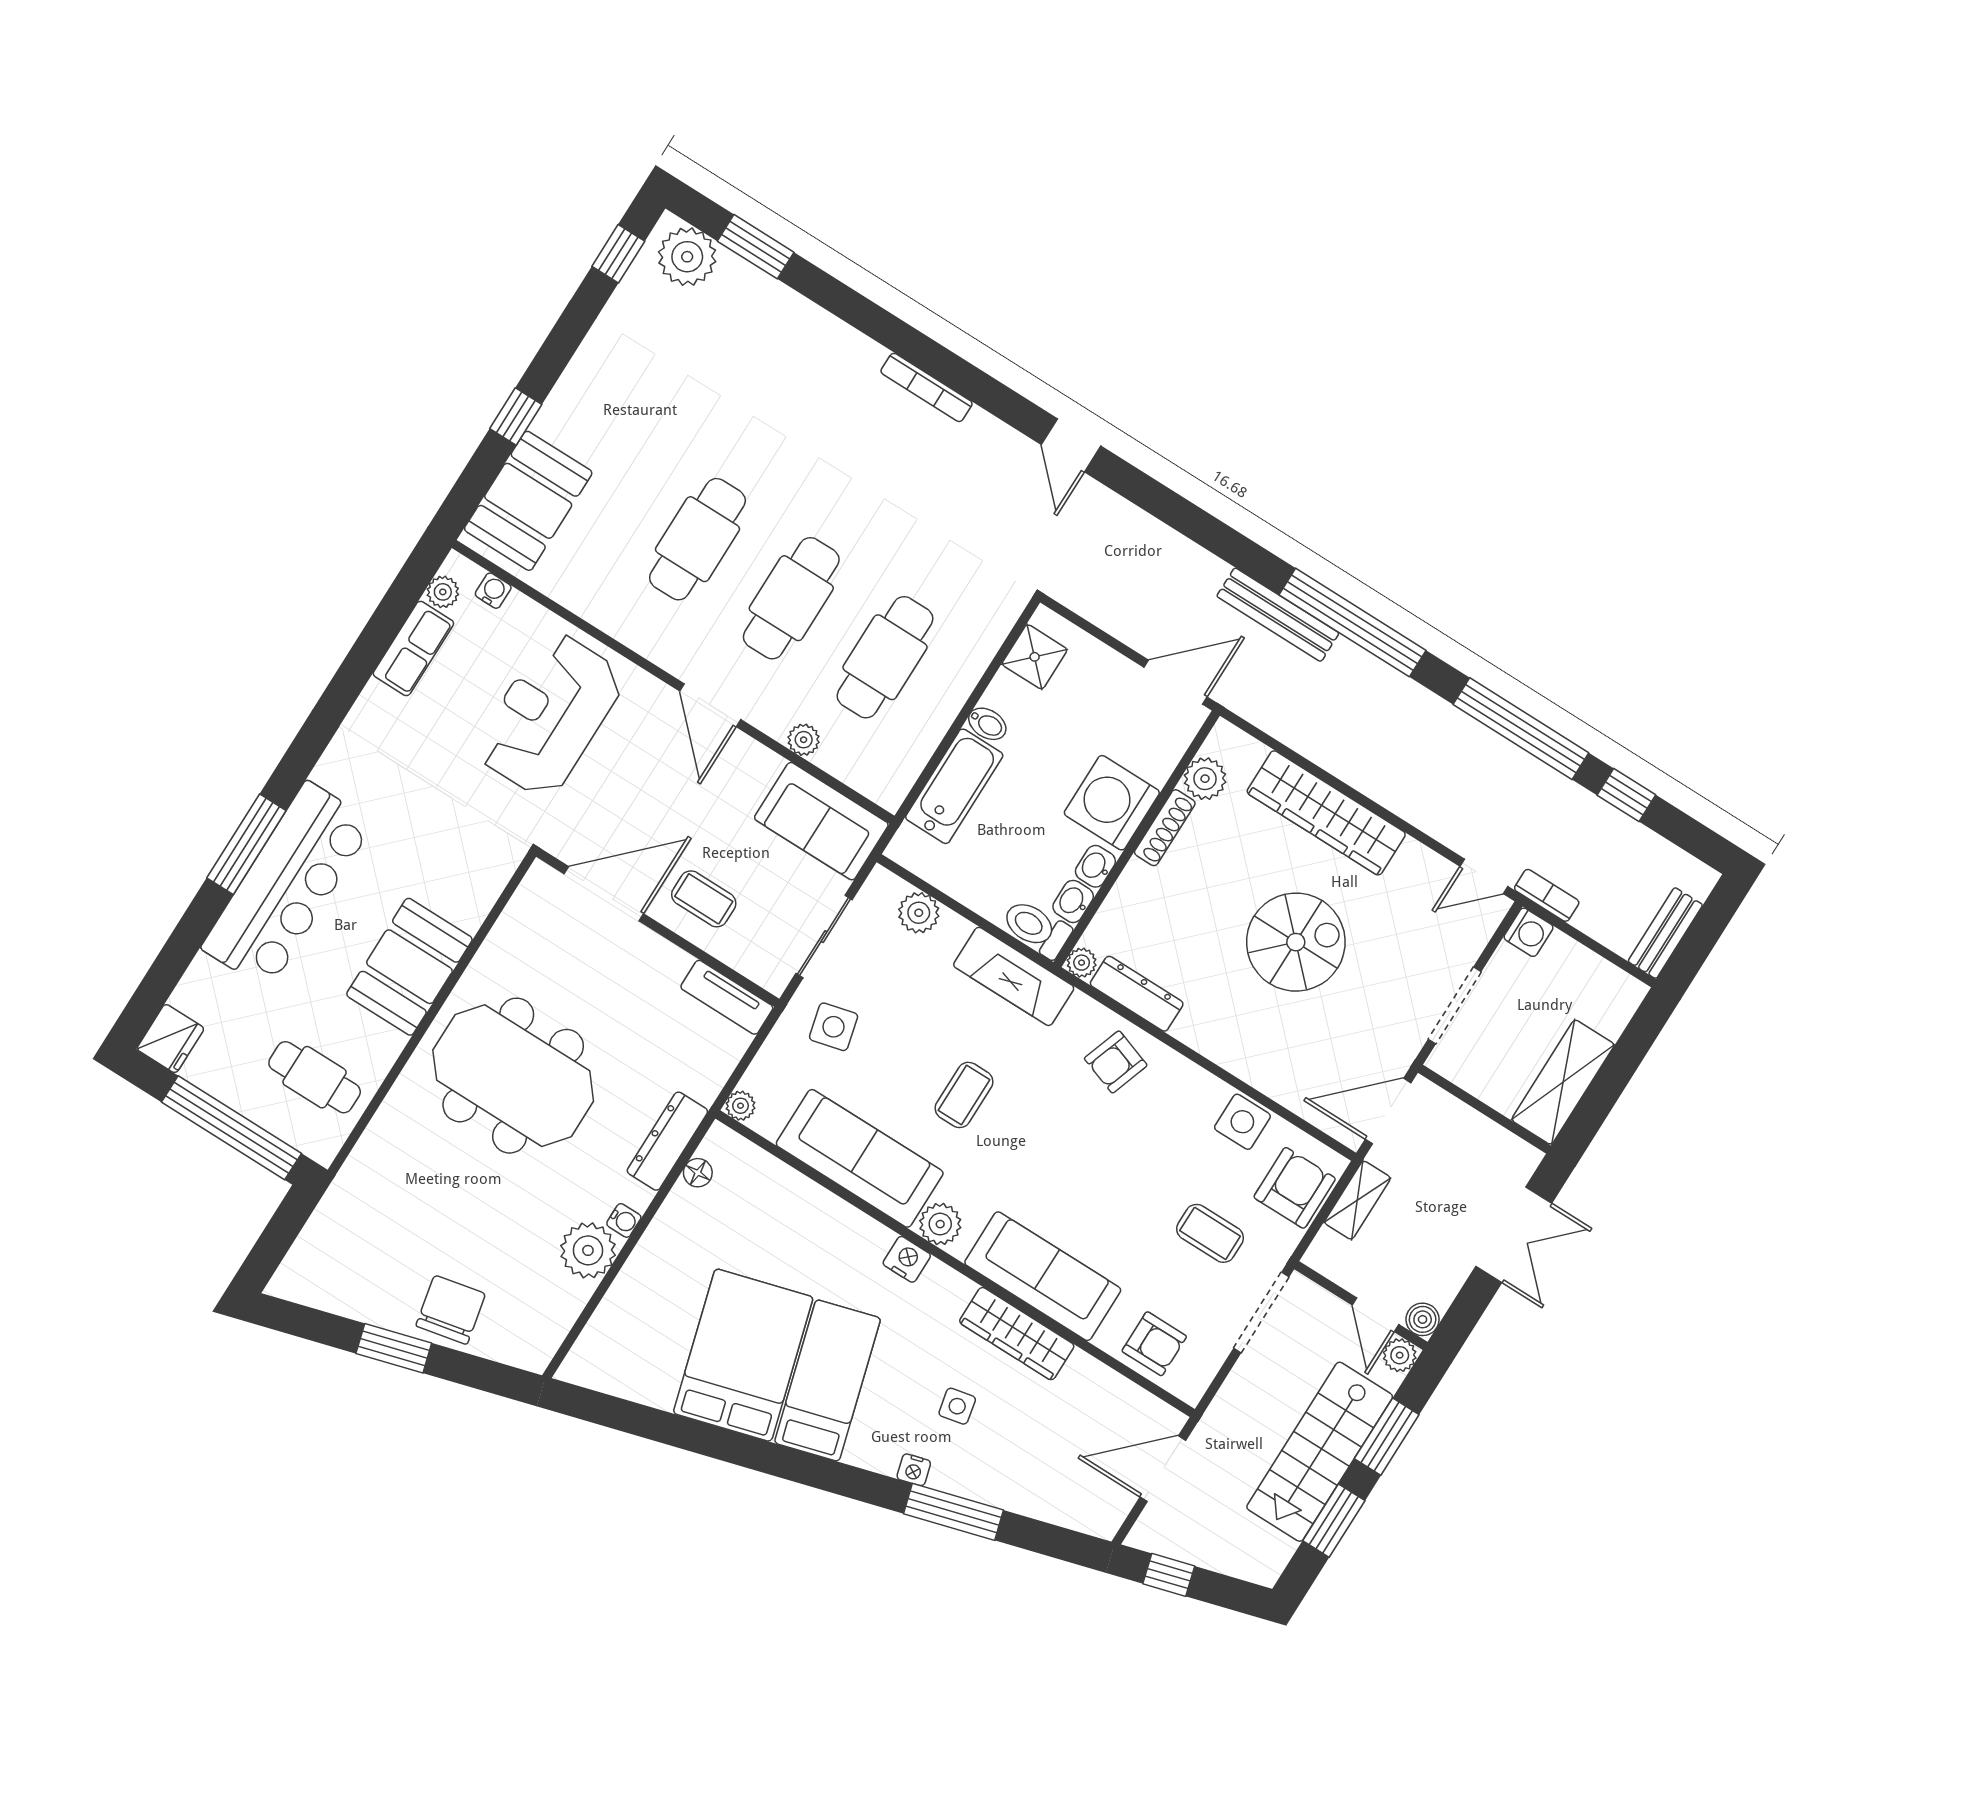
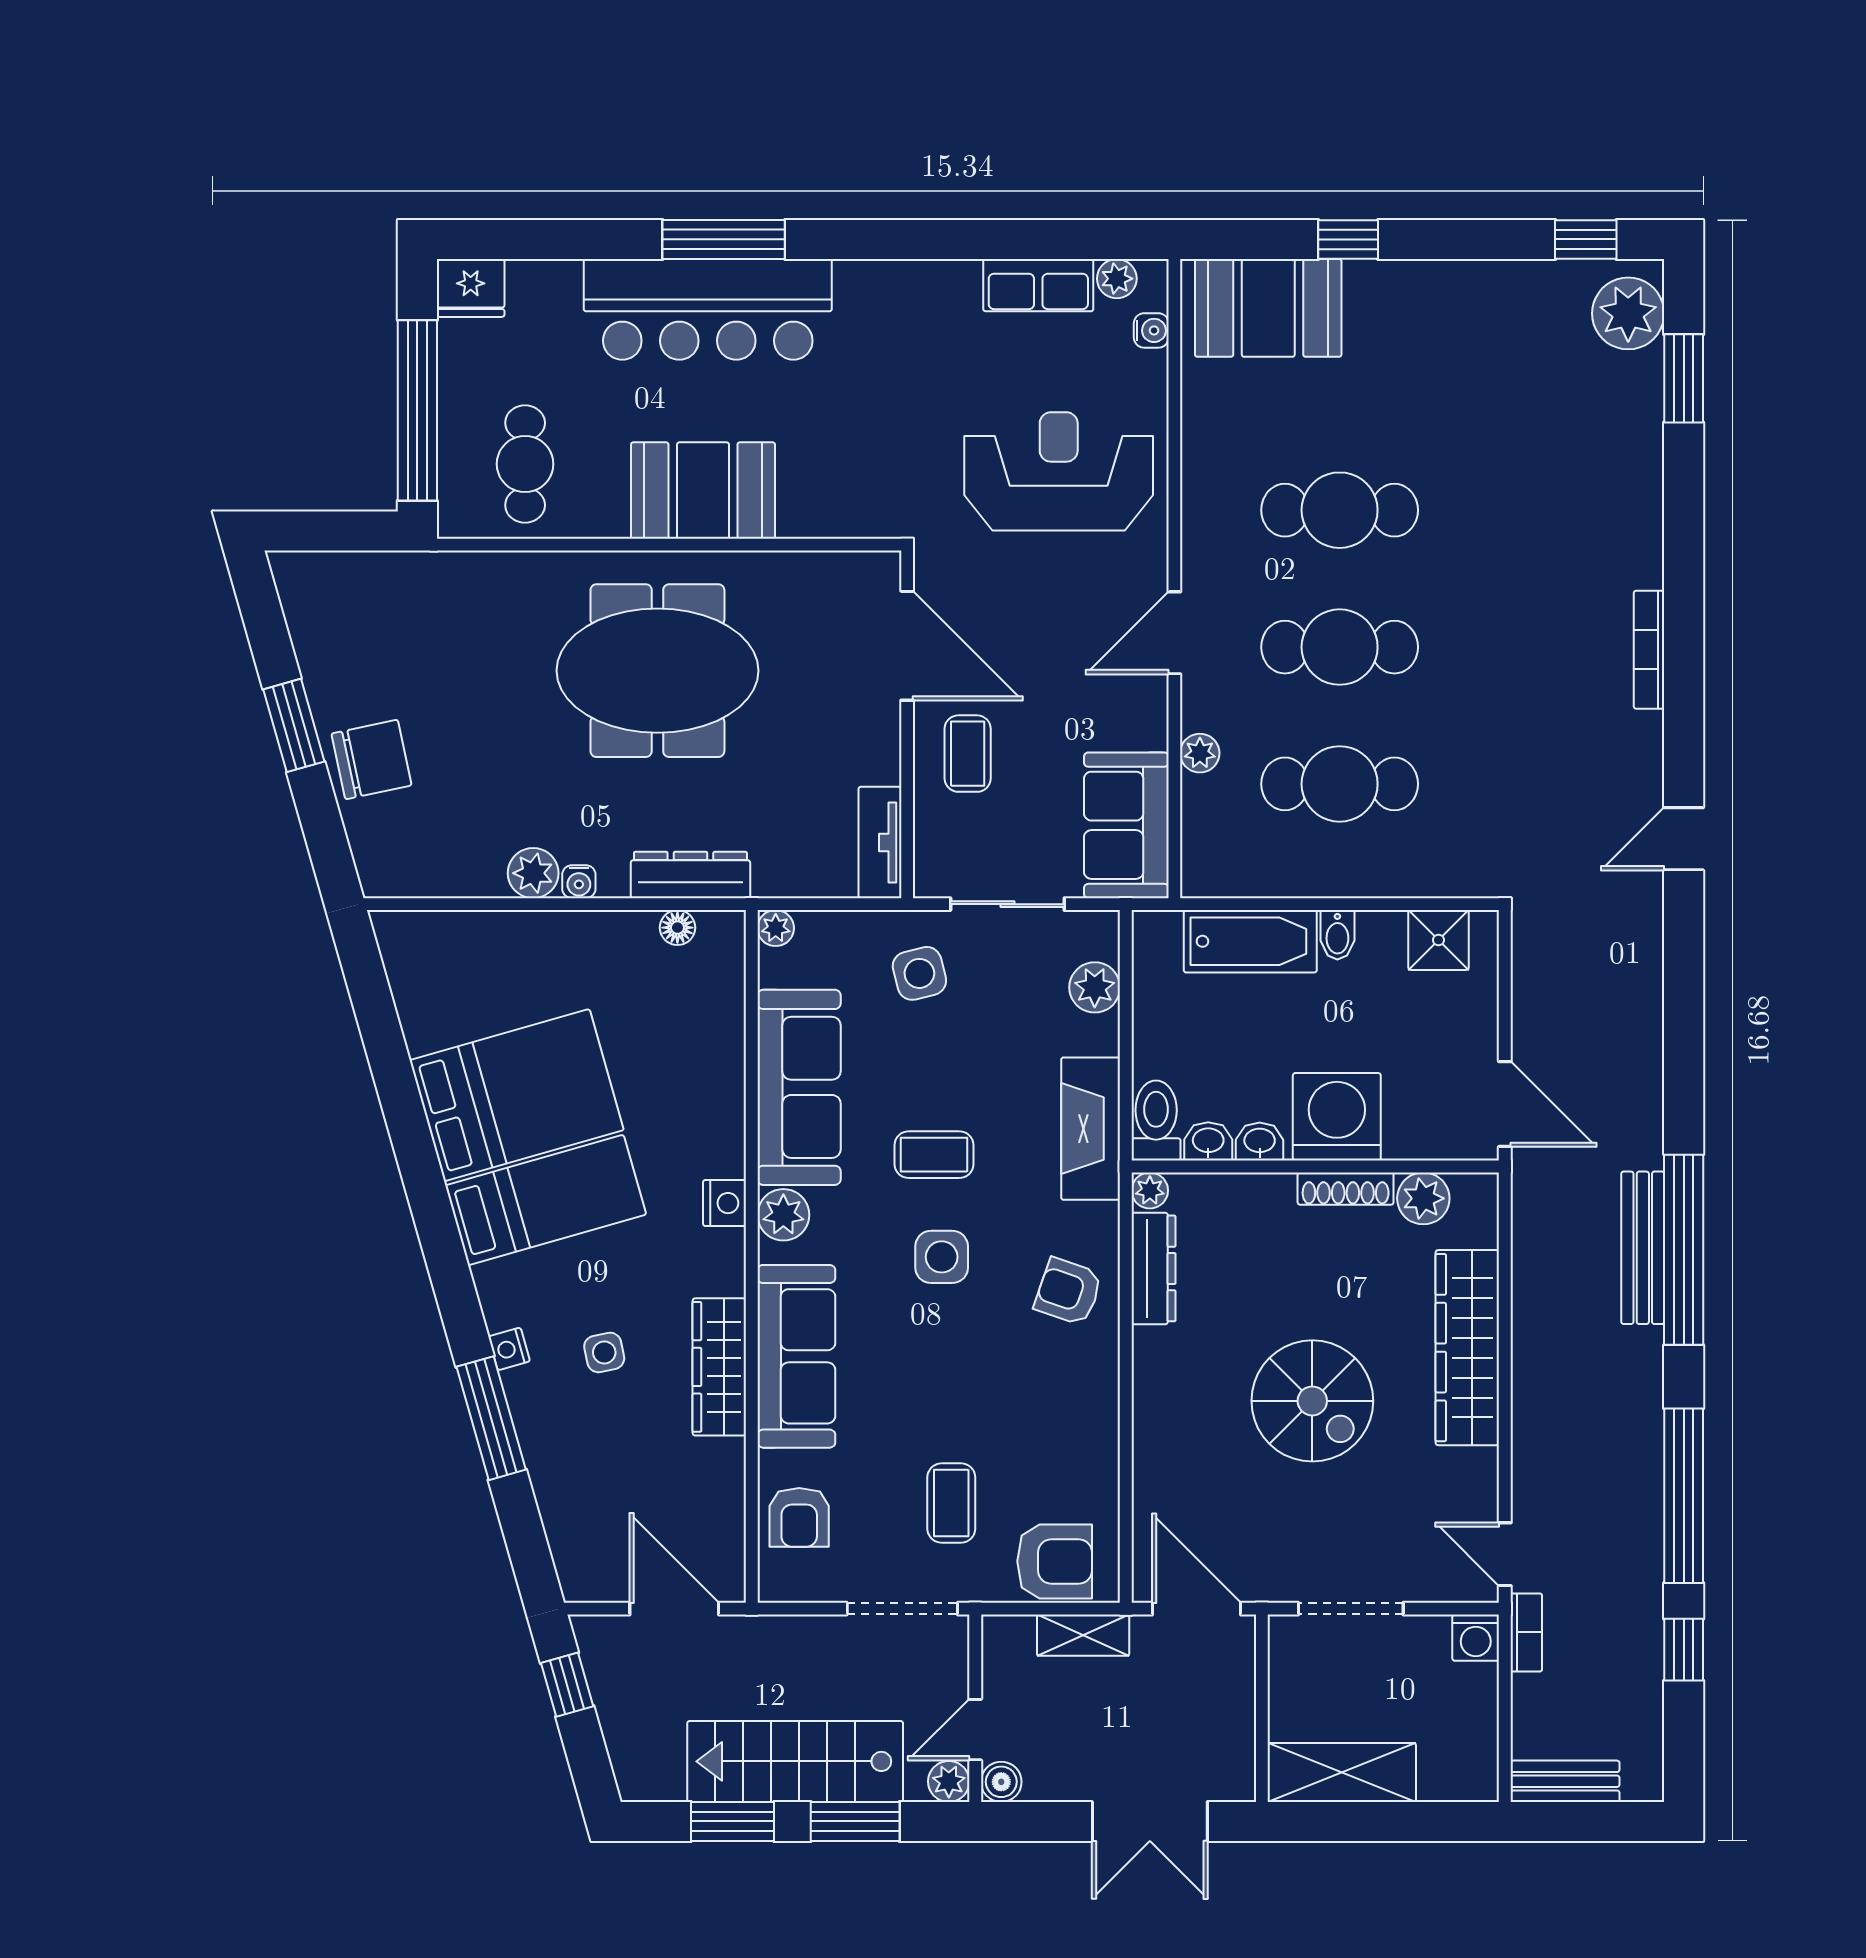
bench: (1278, 615) -> (1643, 1248), moved
meeting table: (513, 1076) -> (657, 671), turned 90
side table: (1242, 1122) -> (942, 1257), moved
plant: (588, 1250) -> (533, 873), width x0.73, depth x0.73

